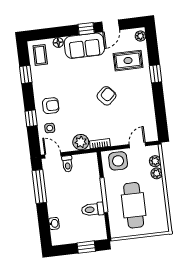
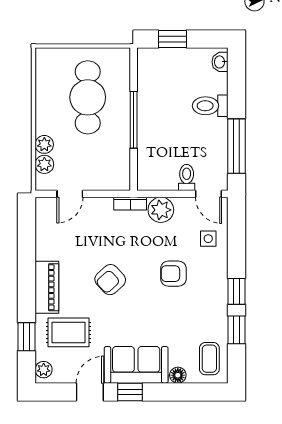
window: (156, 74) -> (27, 337), moved
piano: (144, 86) -> (47, 287), added
armchair: (51, 106) -> (173, 274), moved
window: (31, 118) -> (237, 291), moved
side table: (118, 161) -> (104, 172), removed
toilet: (93, 209) -> (210, 106), moved, turned 180
washbasin: (54, 223) -> (220, 62), moved

